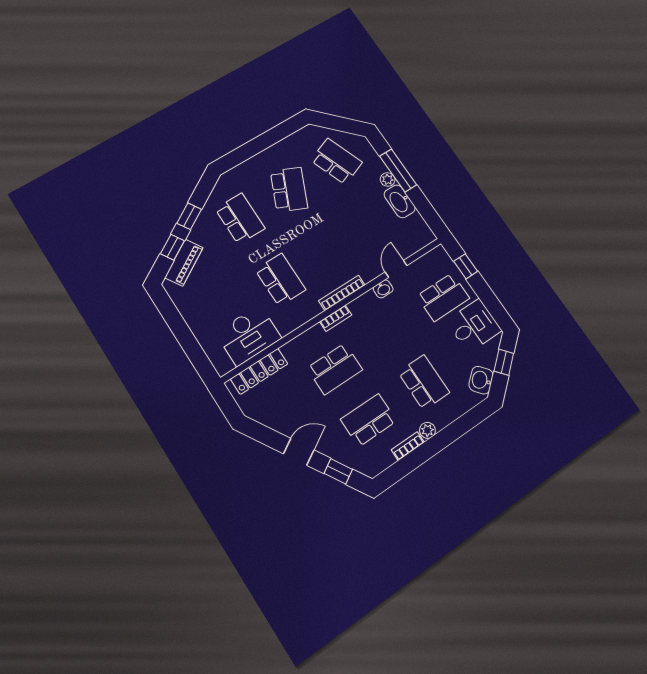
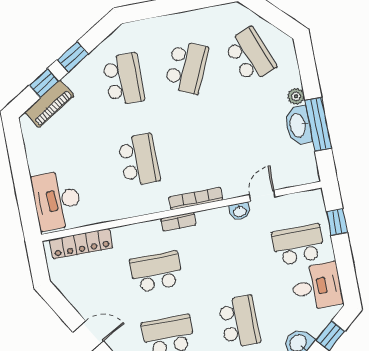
window: (398, 171) -> (318, 124), moved
school desk: (443, 297) -> (298, 245), turned 180
desk: (248, 335) -> (57, 200), moved, turned 90
school desk: (335, 369) -> (156, 272), turned 180

